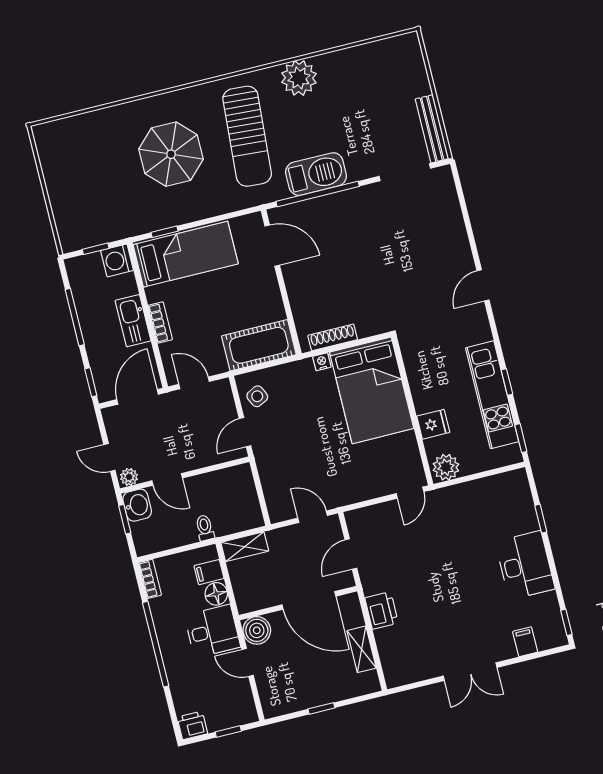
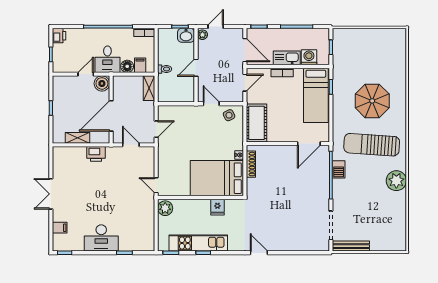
barbecue: (316, 174) -> (339, 169), width x0.53, depth x0.65
washing machine: (117, 260) -> (309, 57), moved
fridge: (433, 424) -> (217, 207), moved
door: (167, 479) -> (196, 68), moved

